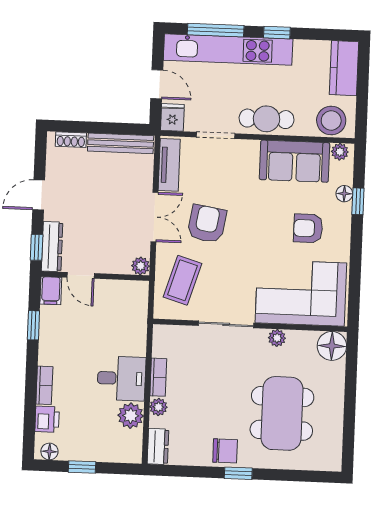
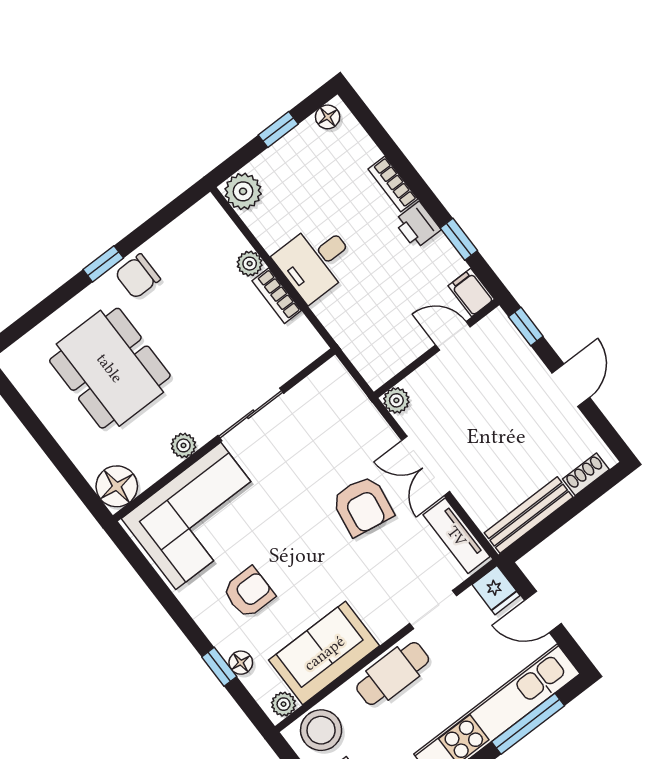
dresser: (52, 247) -> (510, 341), removed
coffee table: (182, 280) -> (338, 423), removed
plant: (131, 416) -> (243, 191), moved
printer: (47, 419) -> (417, 225), moved
dresser: (158, 446) -> (214, 220), removed

